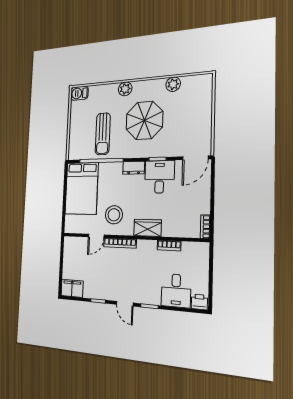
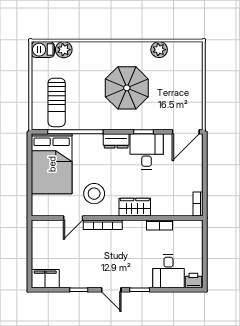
plant: (125, 89) -> (64, 50), moved
sun lounger: (103, 134) -> (57, 102), moved

